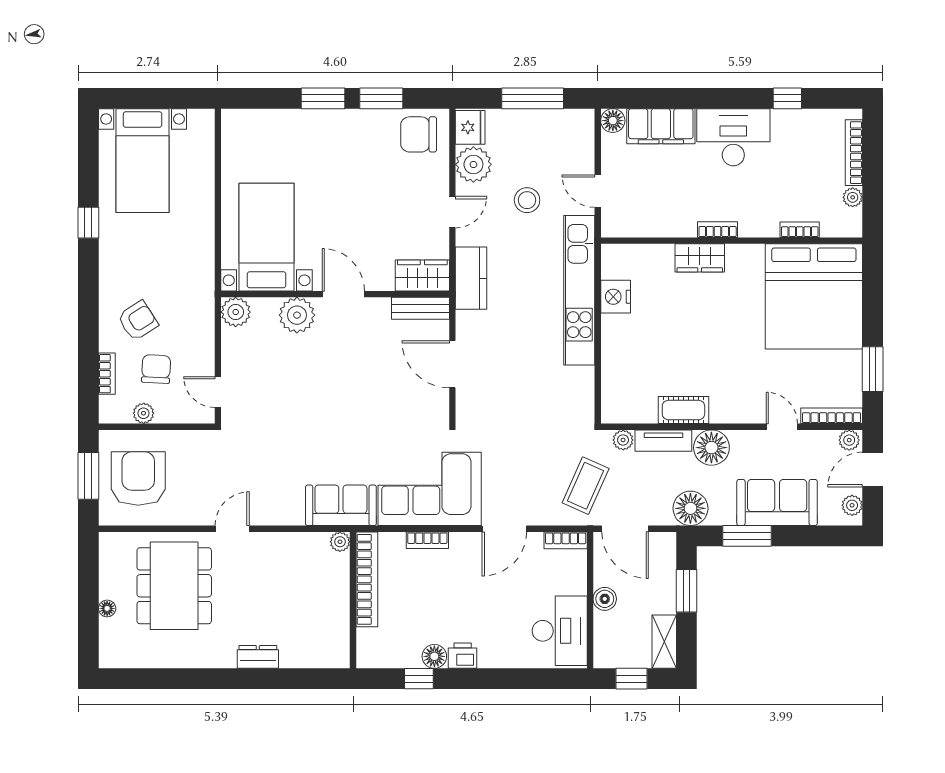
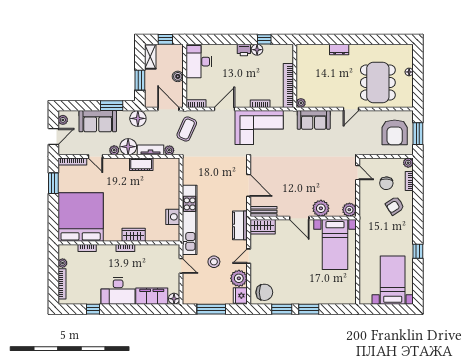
plant: (144, 413) -> (408, 163), moved
plant: (849, 440) -> (114, 150), moved
sofa: (341, 505) -> (314, 120), moved

